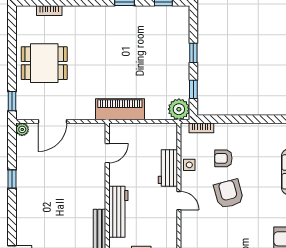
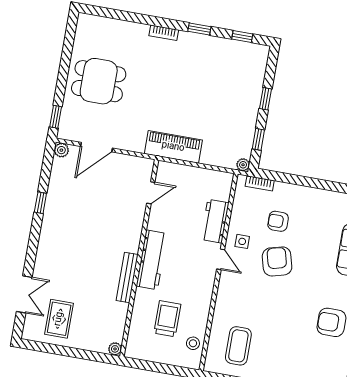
bookcase: (49, 11) -> (164, 33), moved
plant: (179, 109) -> (243, 165), width x0.53, depth x0.53
side table: (189, 165) -> (242, 241), moved

